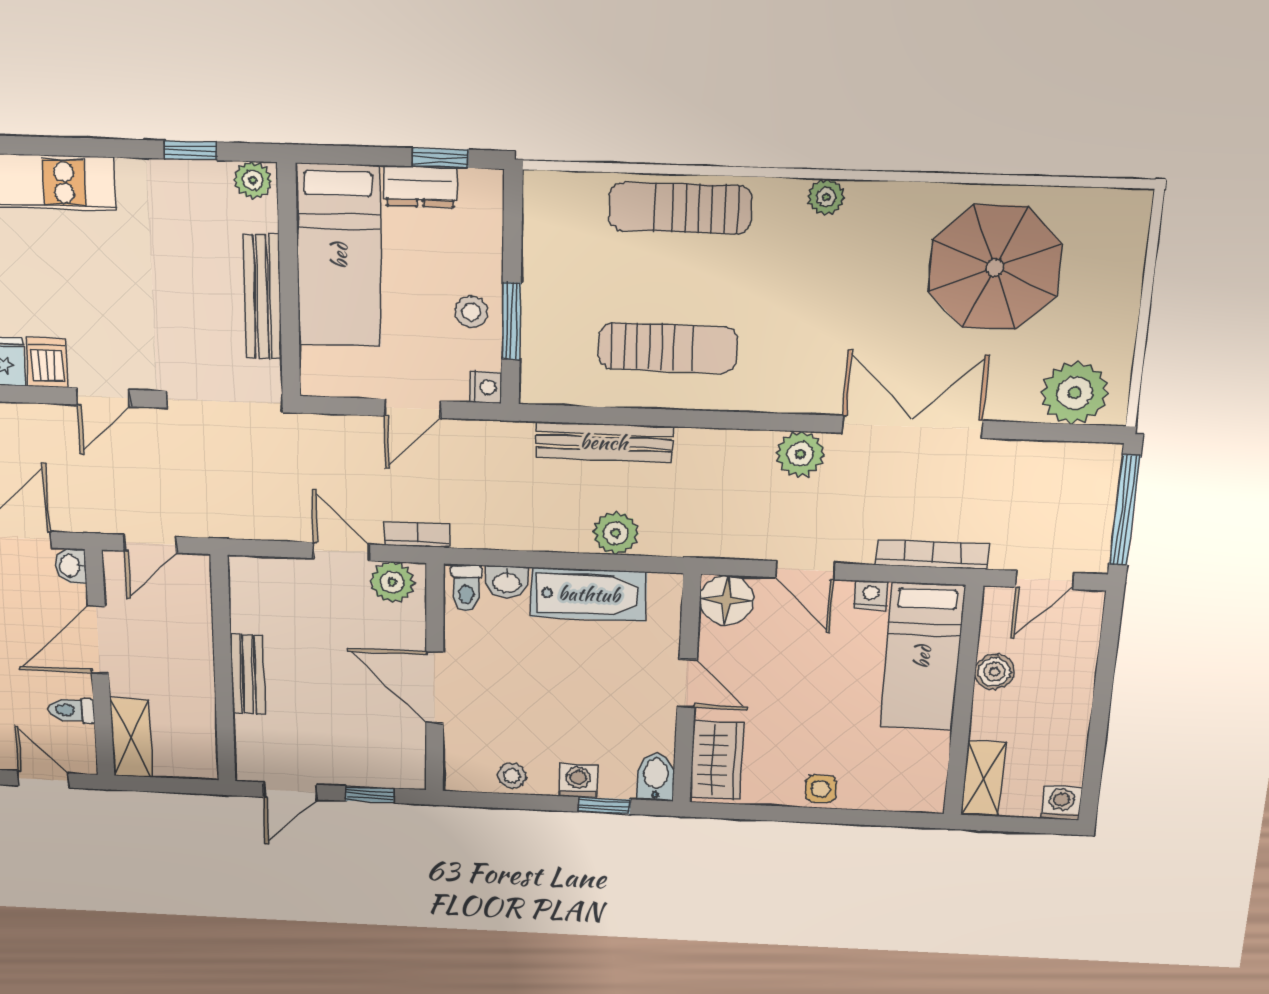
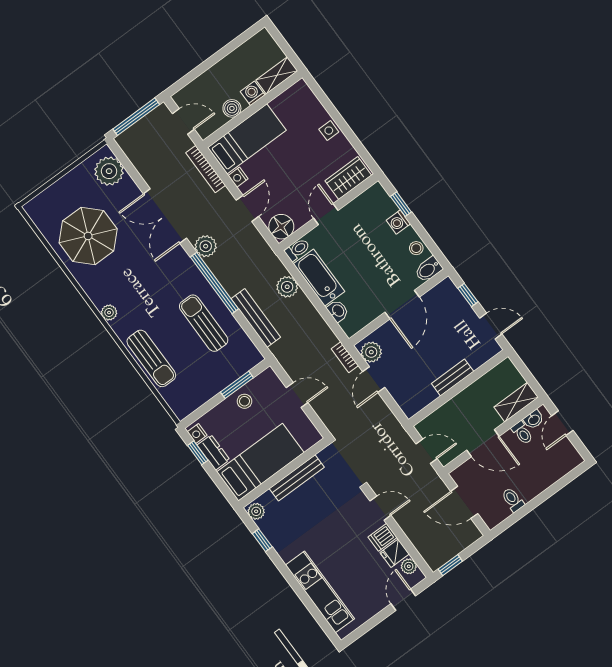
nightstand: (486, 387) -> (197, 434), moved, turned -90
window: (724, 420) -> (214, 283), added
washbasin: (71, 566) -> (534, 420), moved
toilet: (466, 588) -> (297, 250), moved
bidet: (656, 777) -> (428, 269), moved
washing machine: (1061, 803) -> (253, 93), moved, turned 90

